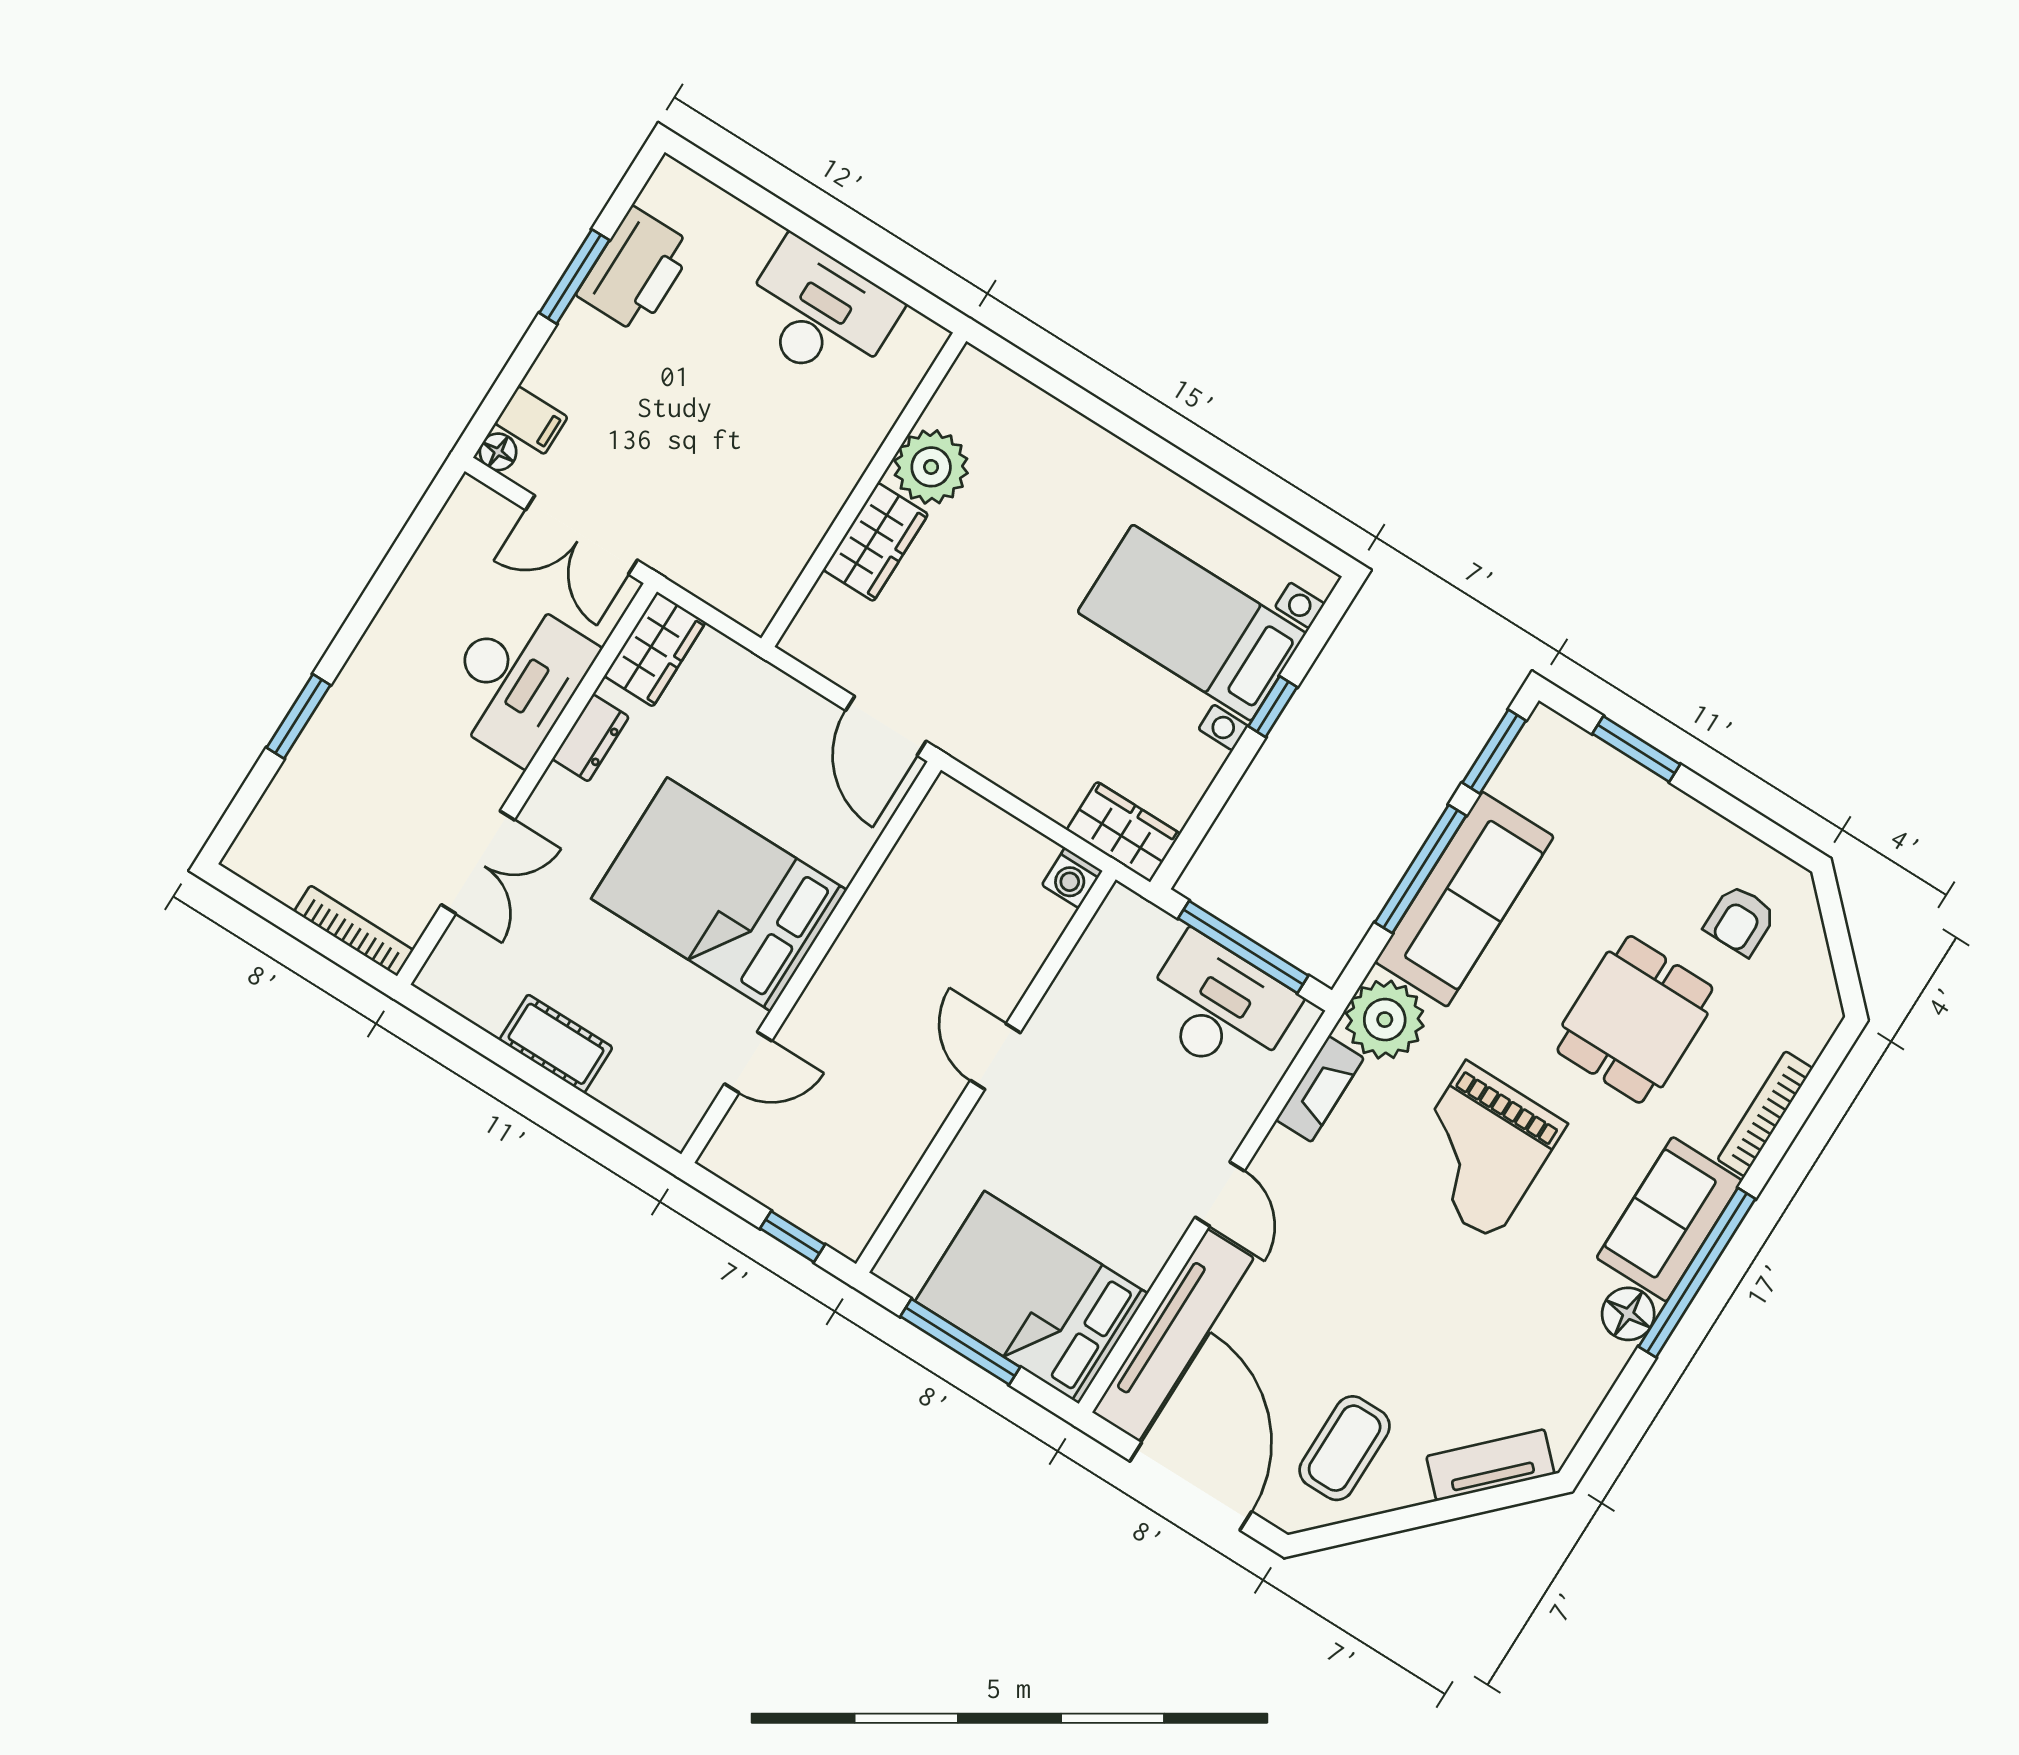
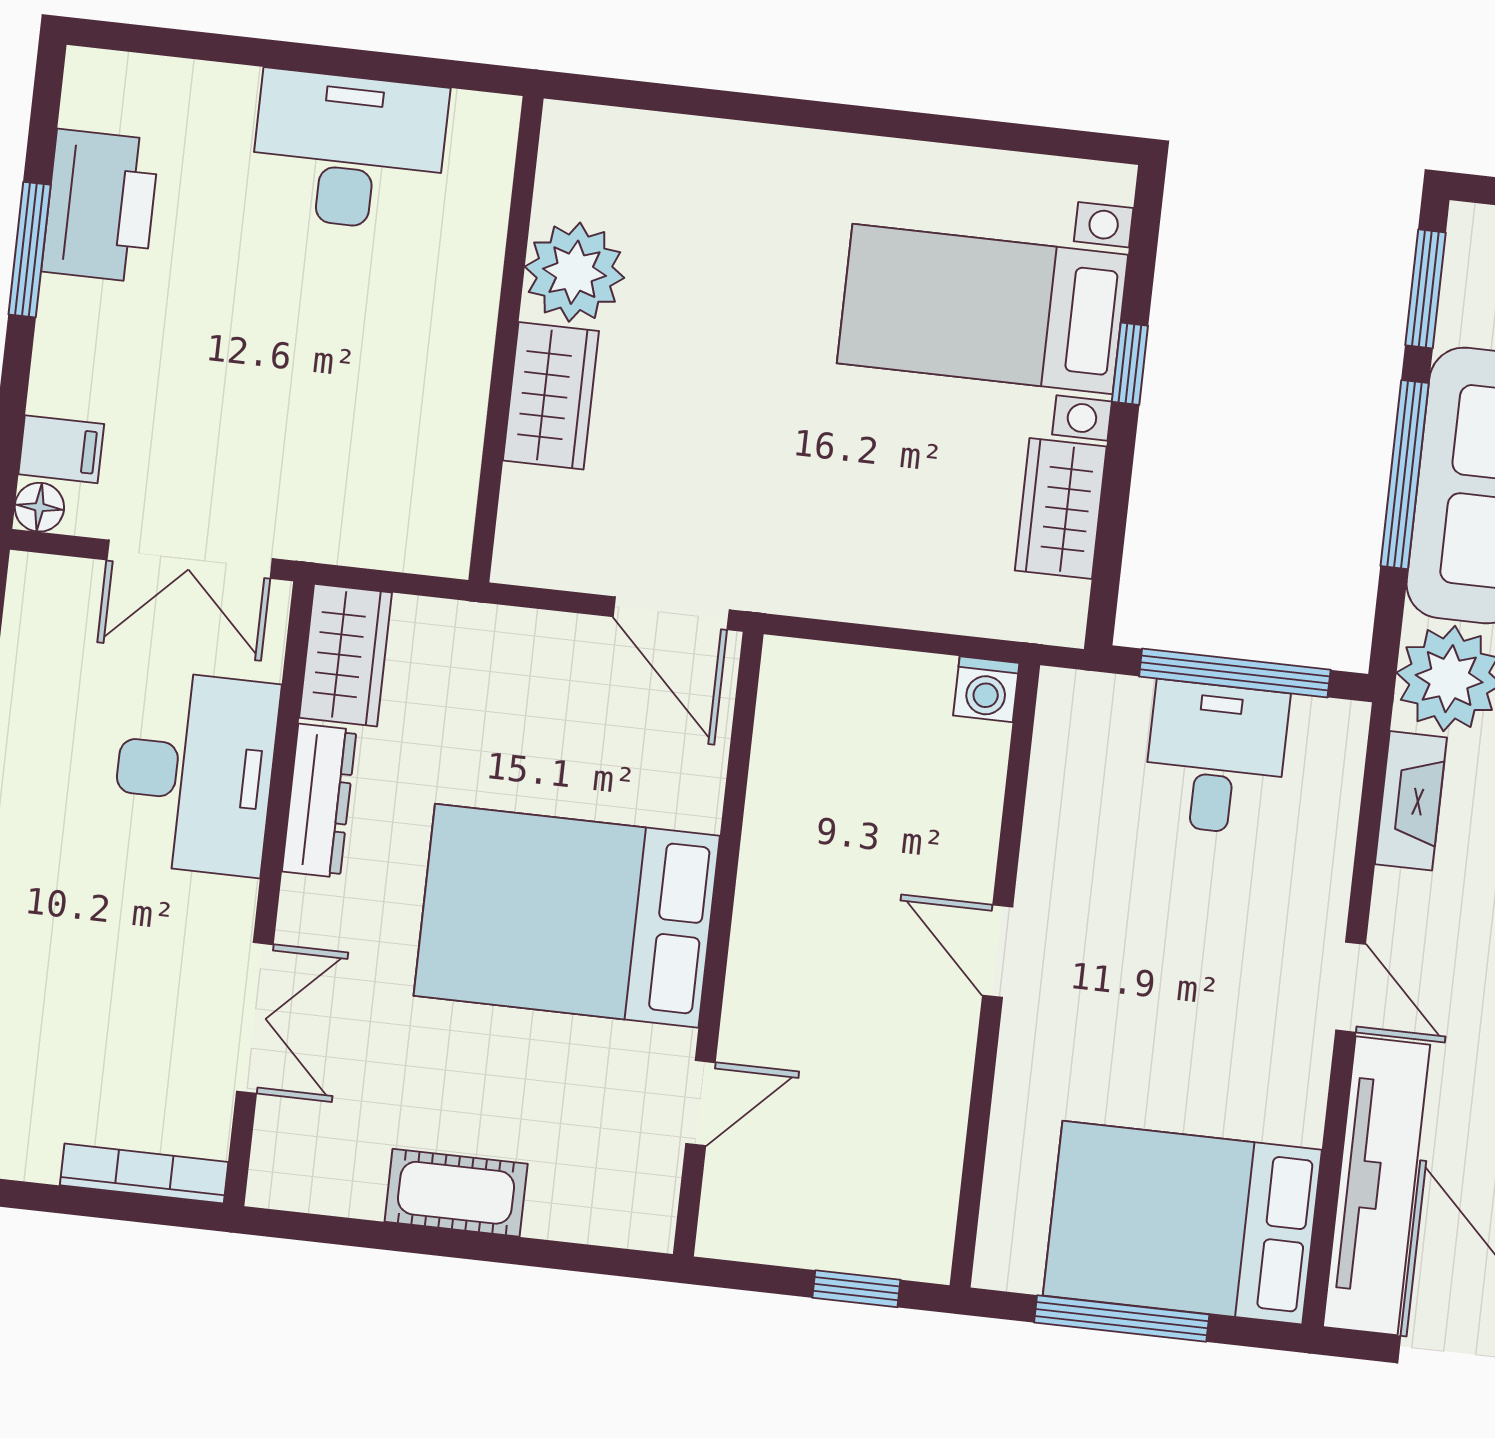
dresser: (591, 738) -> (319, 801), width x1.44
wardrobe: (1124, 832) -> (1061, 508), moved, turned -90
desk: (1219, 1007) -> (1216, 758), width x0.73

